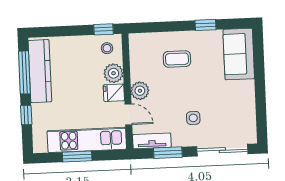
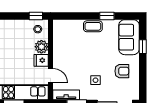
coffee table: (177, 59) -> (93, 26), moved
window: (259, 67) -> (143, 47), added
plant: (140, 91) -> (59, 60), removed
armchair: (230, 103) -> (122, 71), added

